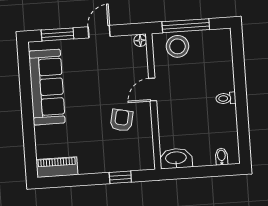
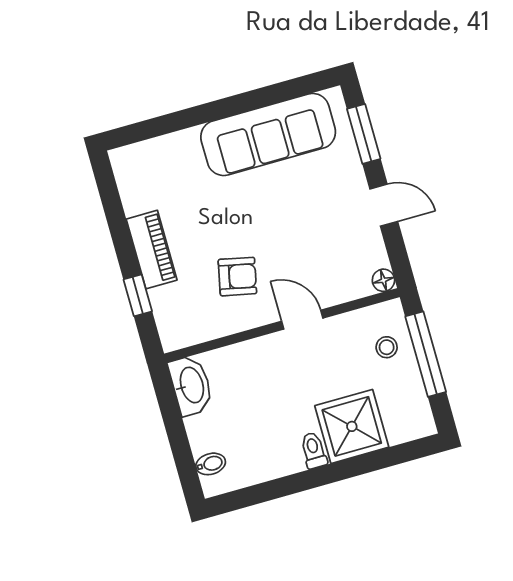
stool: (177, 46) -> (387, 347), width x0.53, depth x0.53
shower: (217, 75) -> (352, 426), added
piano: (57, 167) -> (152, 250), moved

